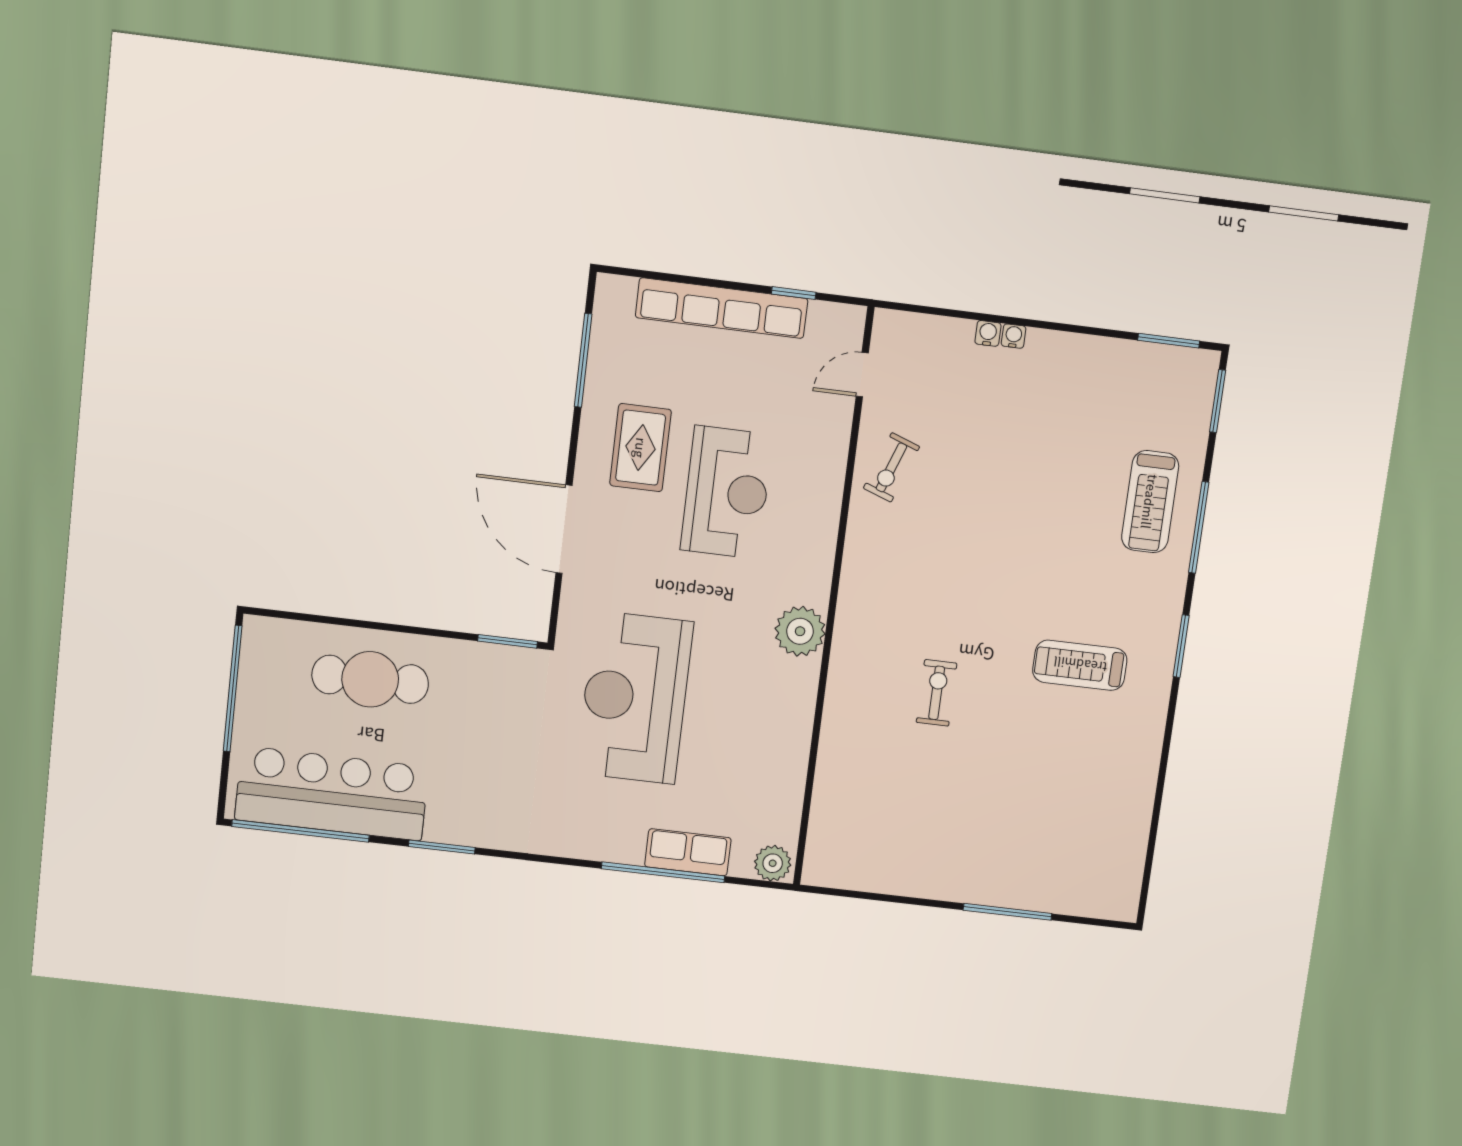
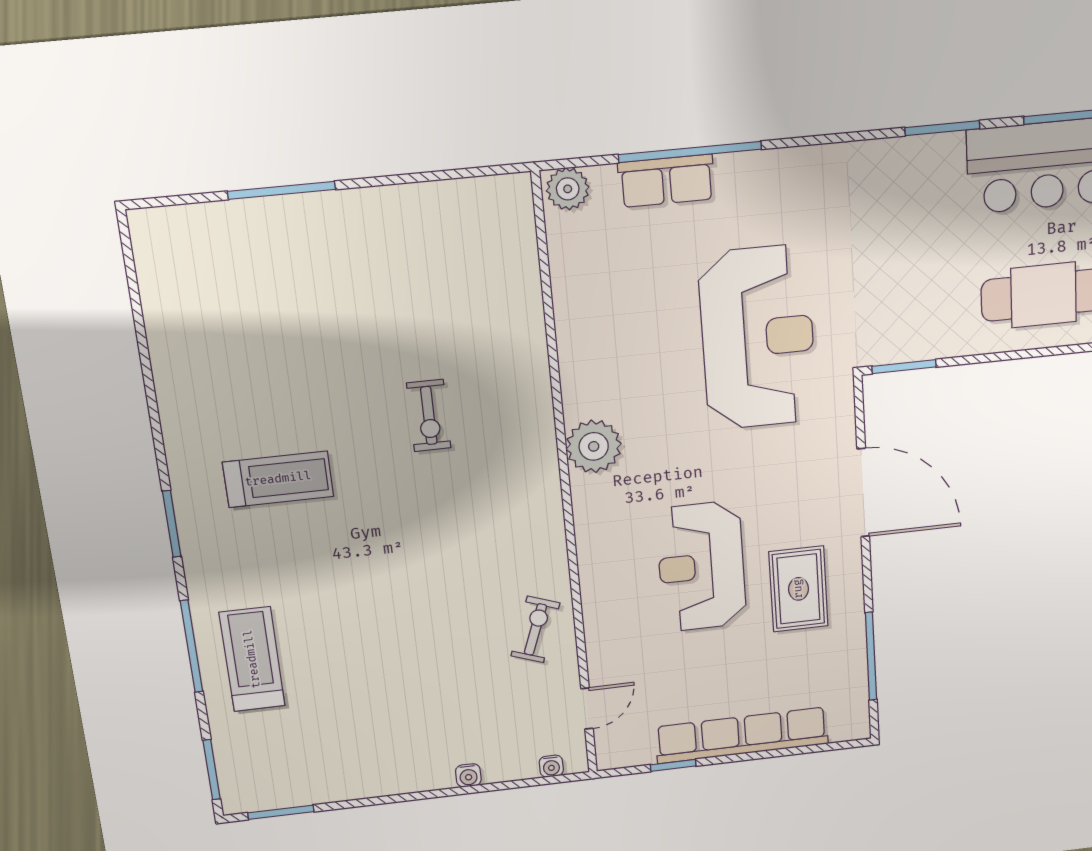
water cooler: (1014, 336) -> (551, 766), moved

